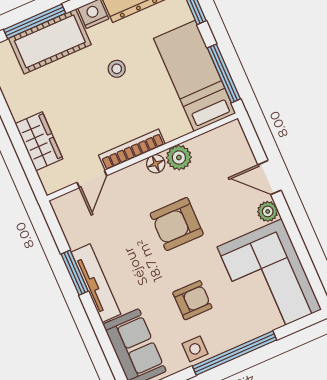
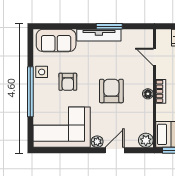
bookcase: (132, 150) -> (161, 91), width x0.64
plant: (179, 157) -> (146, 140), moved

